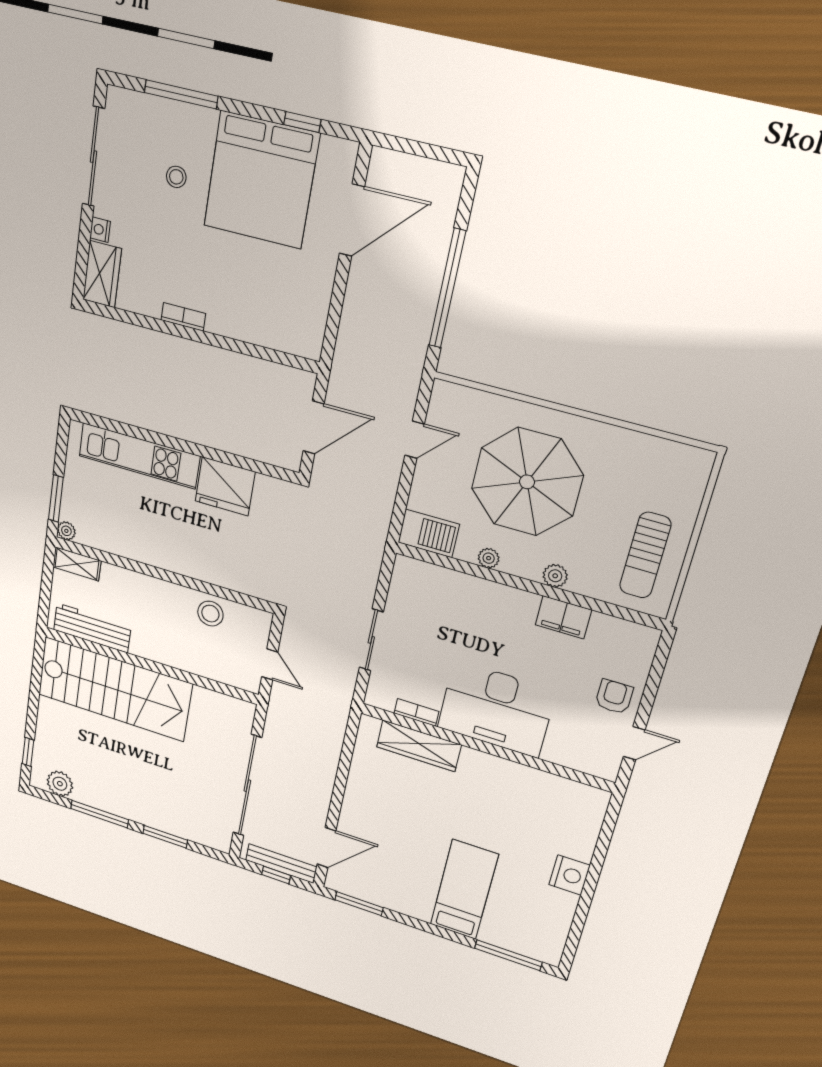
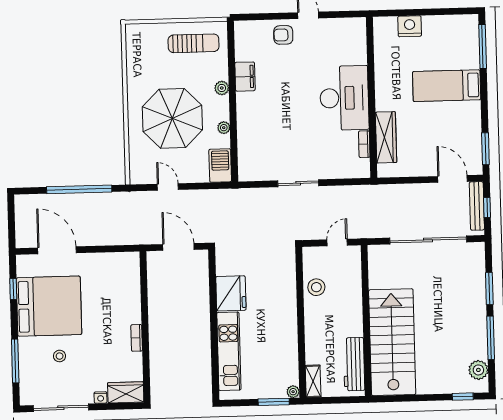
desk: (496, 709) -> (344, 98), moved
bookcase: (416, 712) -> (364, 144), moved
wardrobe: (419, 746) -> (386, 137), moved
wall: (486, 747) -> (372, 97), moved

